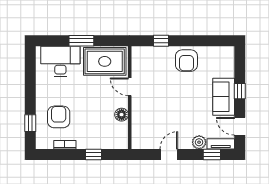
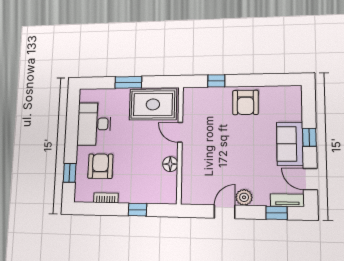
desk: (60, 61) -> (94, 124), moved, turned -90
plant: (199, 142) -> (244, 197), moved

